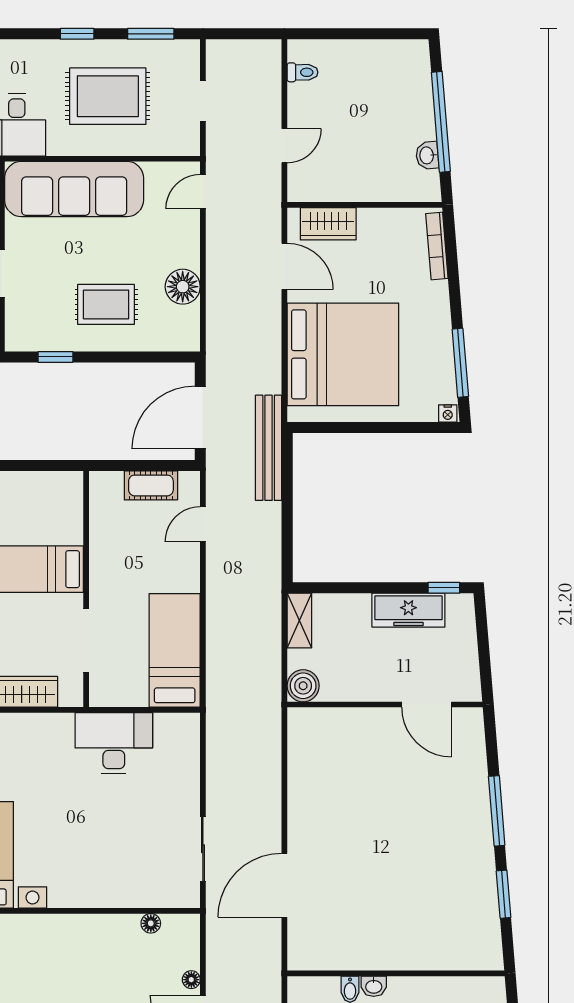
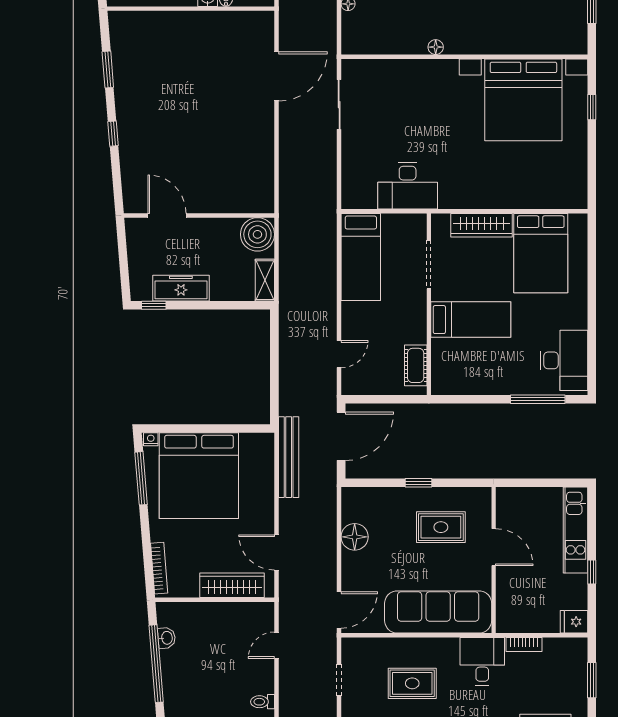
rug: (108, 96) -> (412, 683), width x0.73, depth x0.70
door: (203, 192) -> (339, 610), width x1.38
wardrobe: (328, 224) -> (232, 585), width x1.50
rug: (106, 304) -> (441, 527), moved
bed: (343, 354) -> (199, 476), moved, turned -90
window: (55, 357) -> (419, 483), moved
bench: (269, 448) -> (289, 457), moved
cot: (151, 485) -> (416, 365), moved, turned 90
boiler: (303, 686) -> (257, 234), width x1.37, depth x1.37
window: (497, 811) -> (113, 134), width x0.46
floor lamp: (151, 923) -> (436, 47), moved

